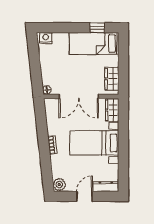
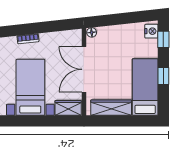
window: (53, 28) -> (163, 39), added
window: (97, 28) -> (163, 76), moved
wardrobe: (112, 79) -> (111, 108), width x1.50

